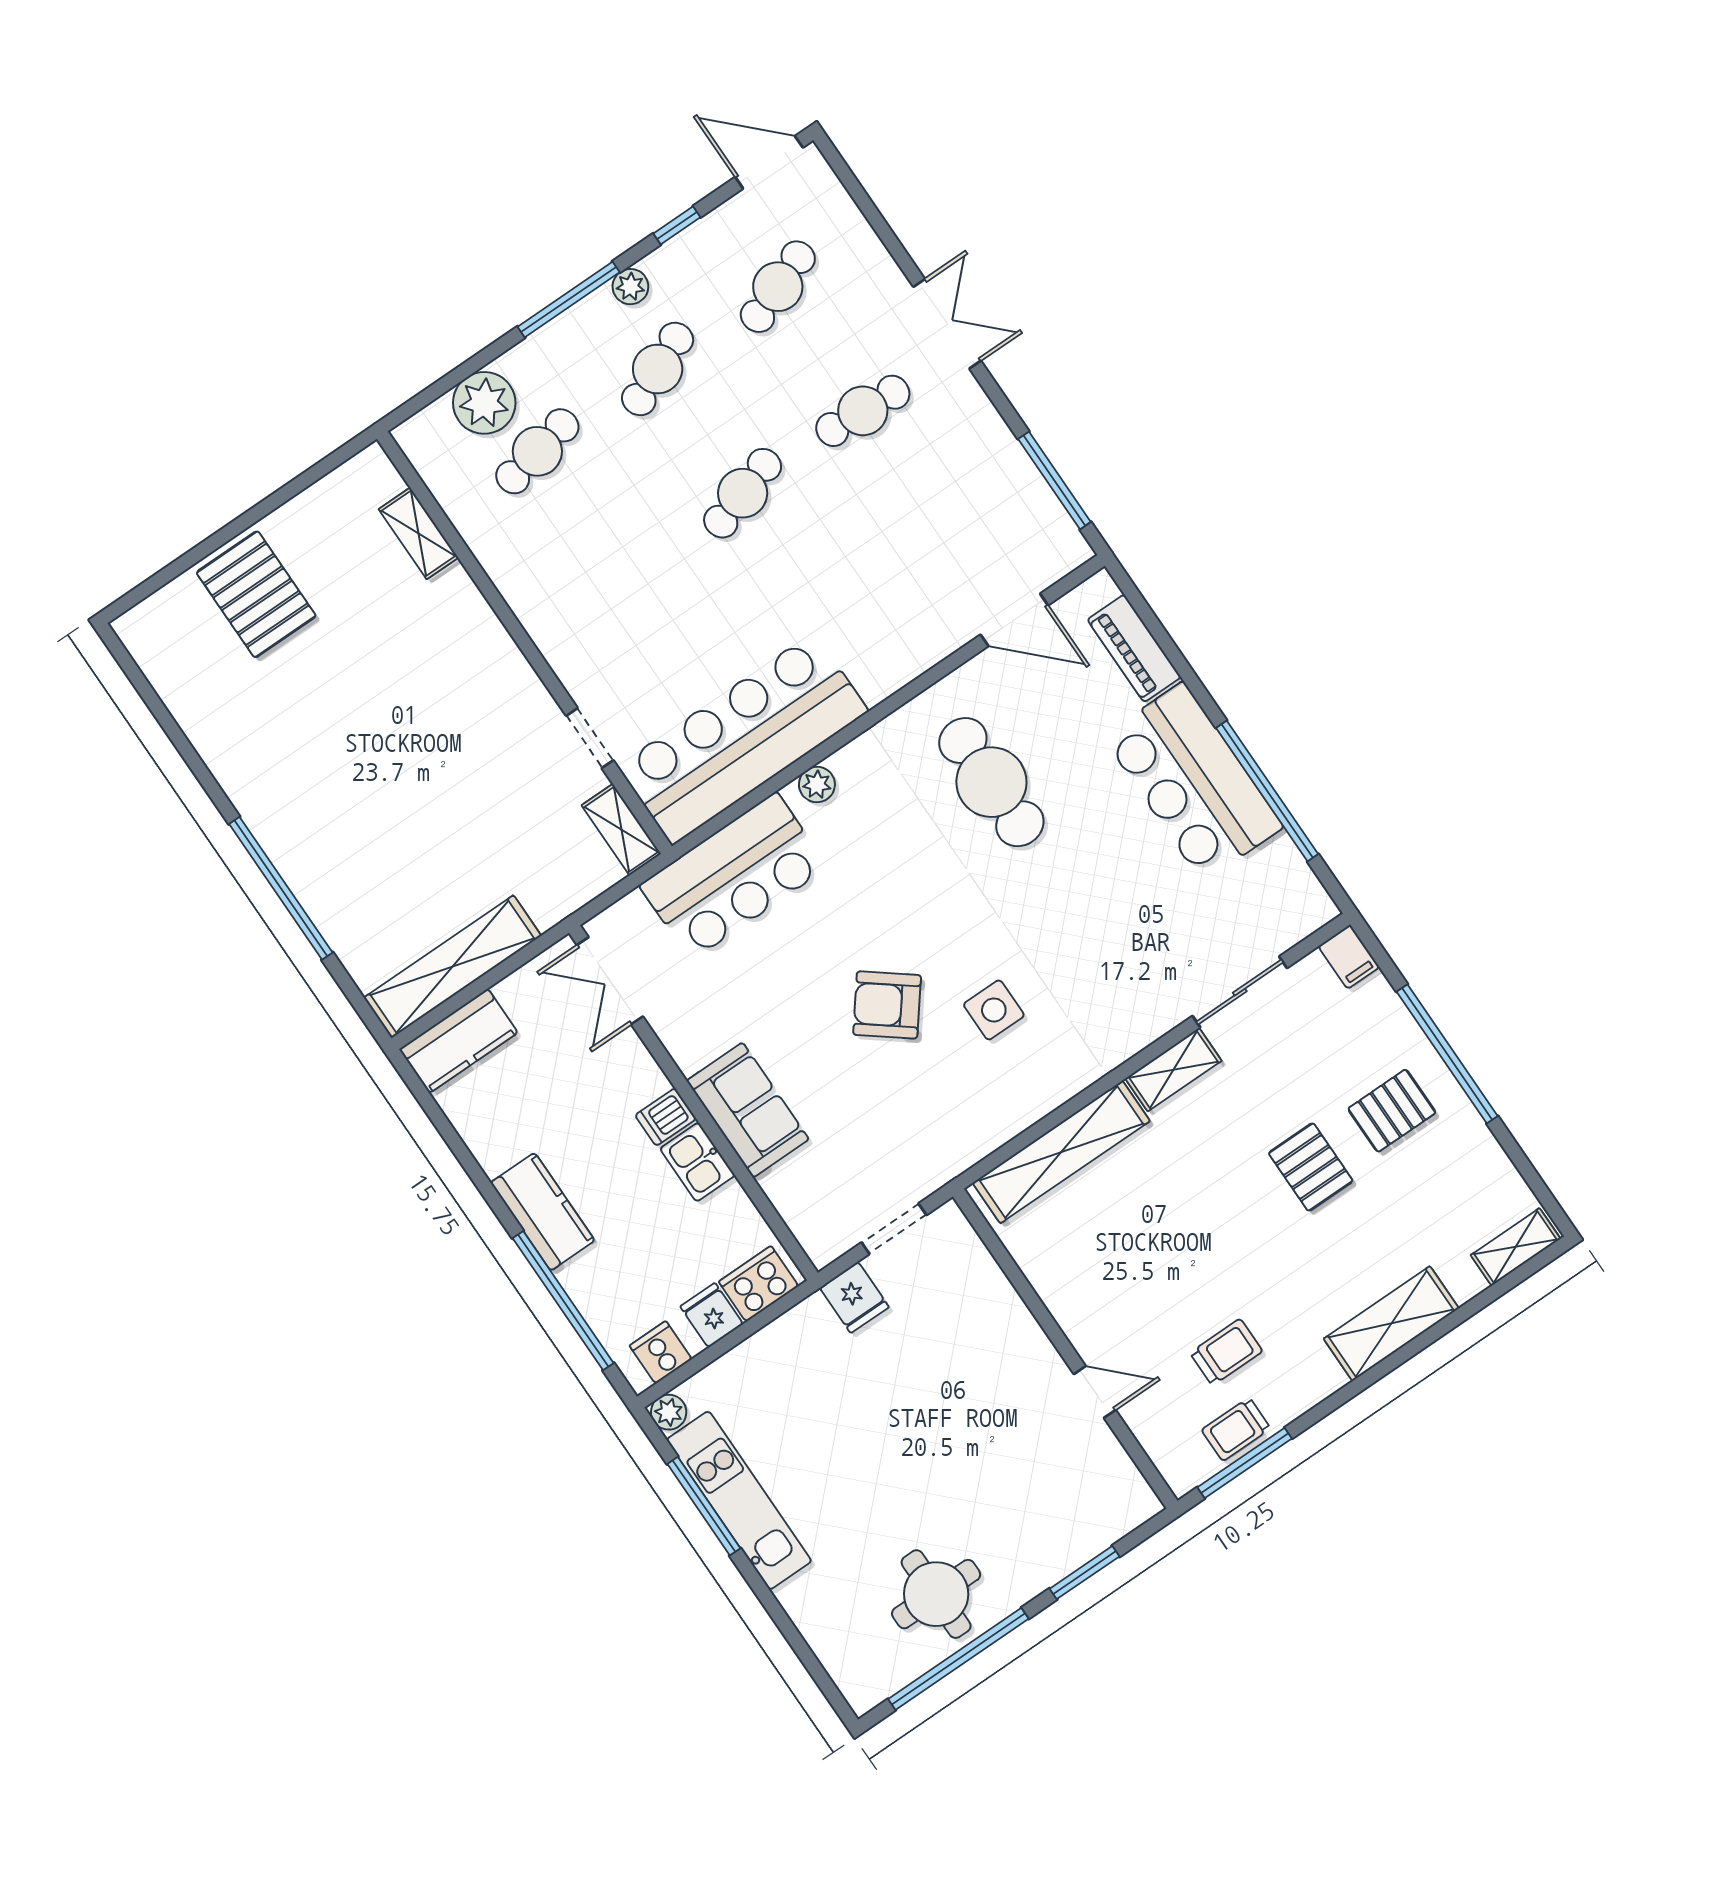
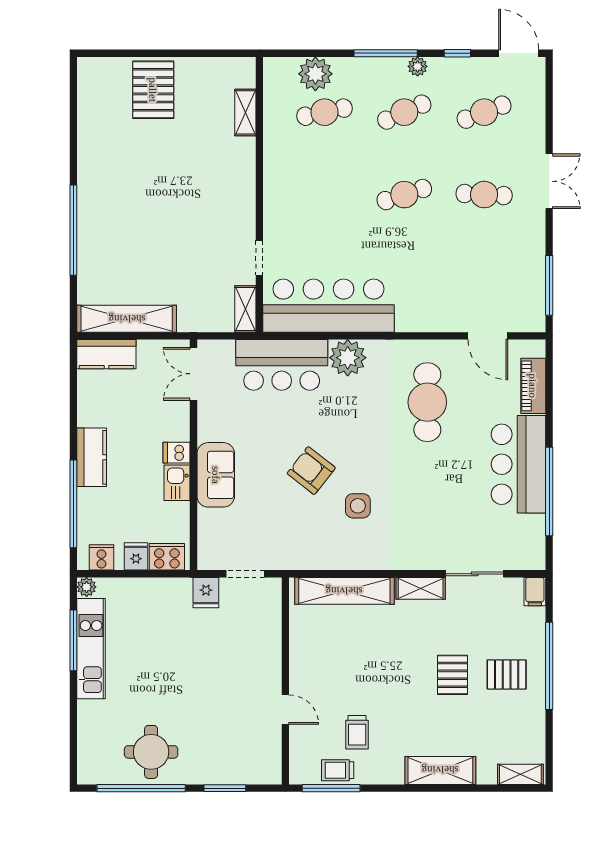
plant: (817, 784) -> (348, 358), width x1.88, depth x1.88
trolley: (1226, 1352) -> (357, 732), turned 90

